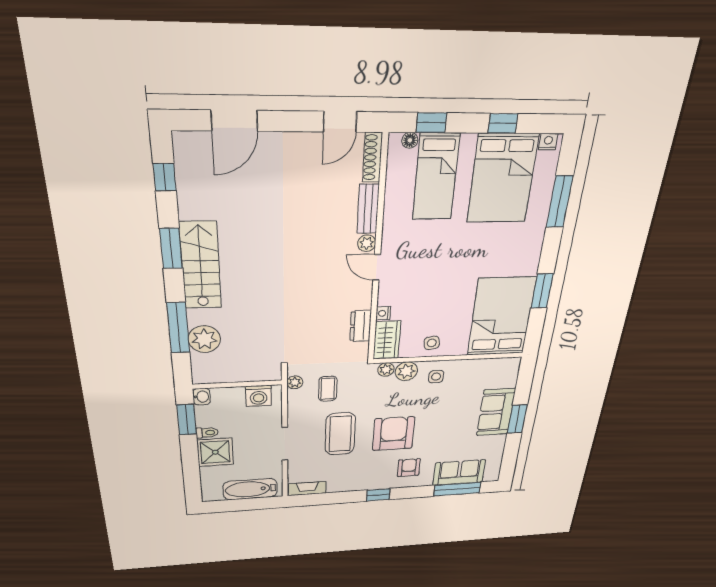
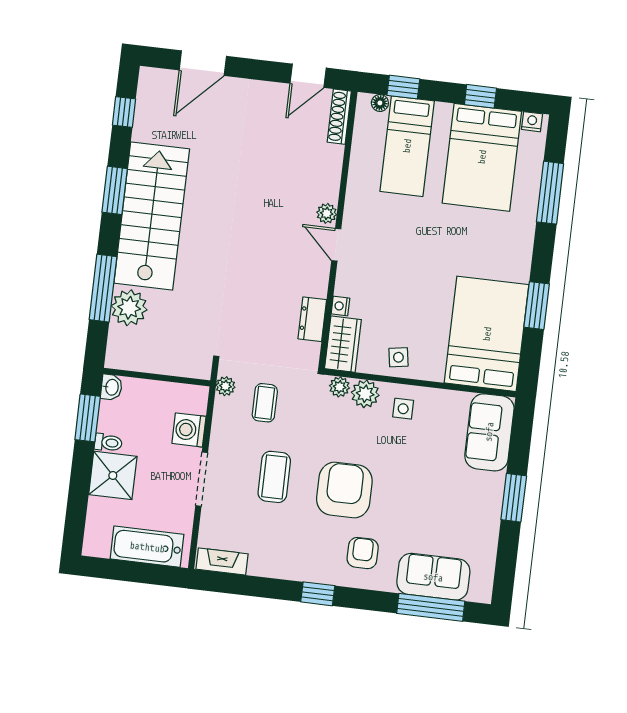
bench: (368, 209) -> (331, 173), removed
stairs: (201, 266) -> (152, 216), width x1.36, depth x1.51
washing machine: (259, 396) -> (189, 430), moved, turned 90
sofa: (496, 412) -> (489, 432), moved
coffee table: (340, 434) -> (274, 477), width x0.73, depth x0.76

